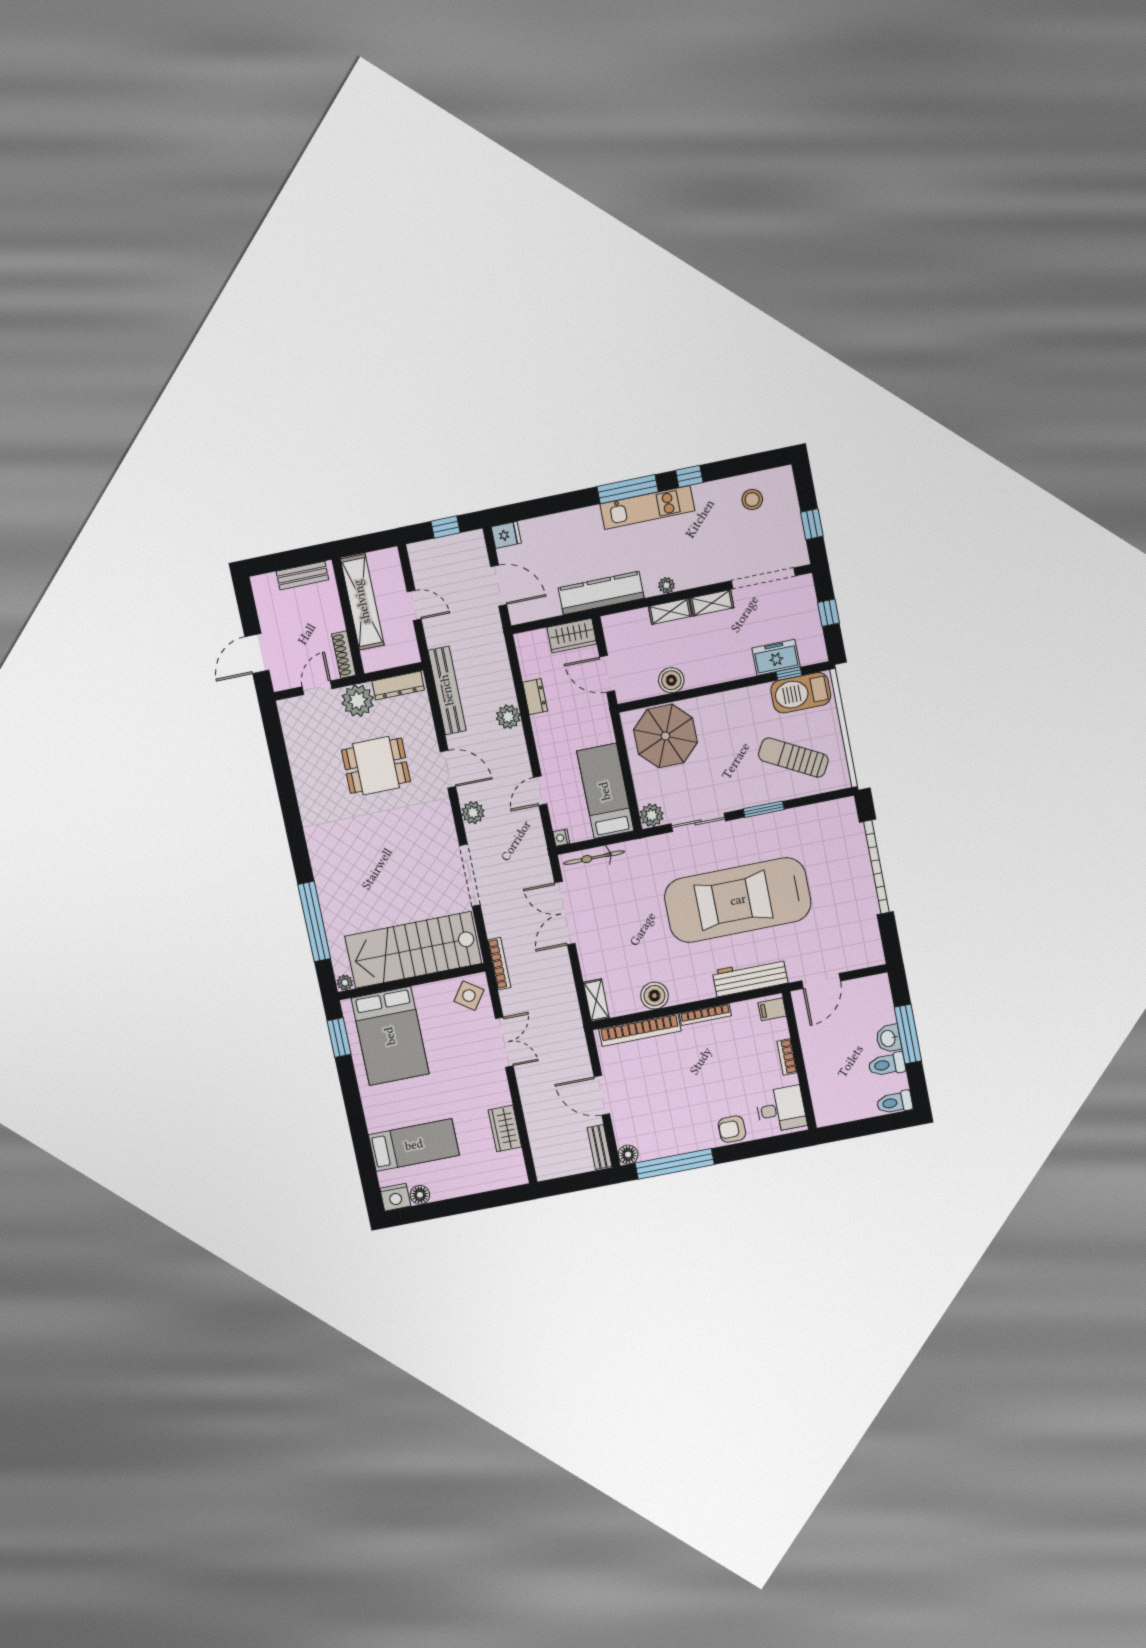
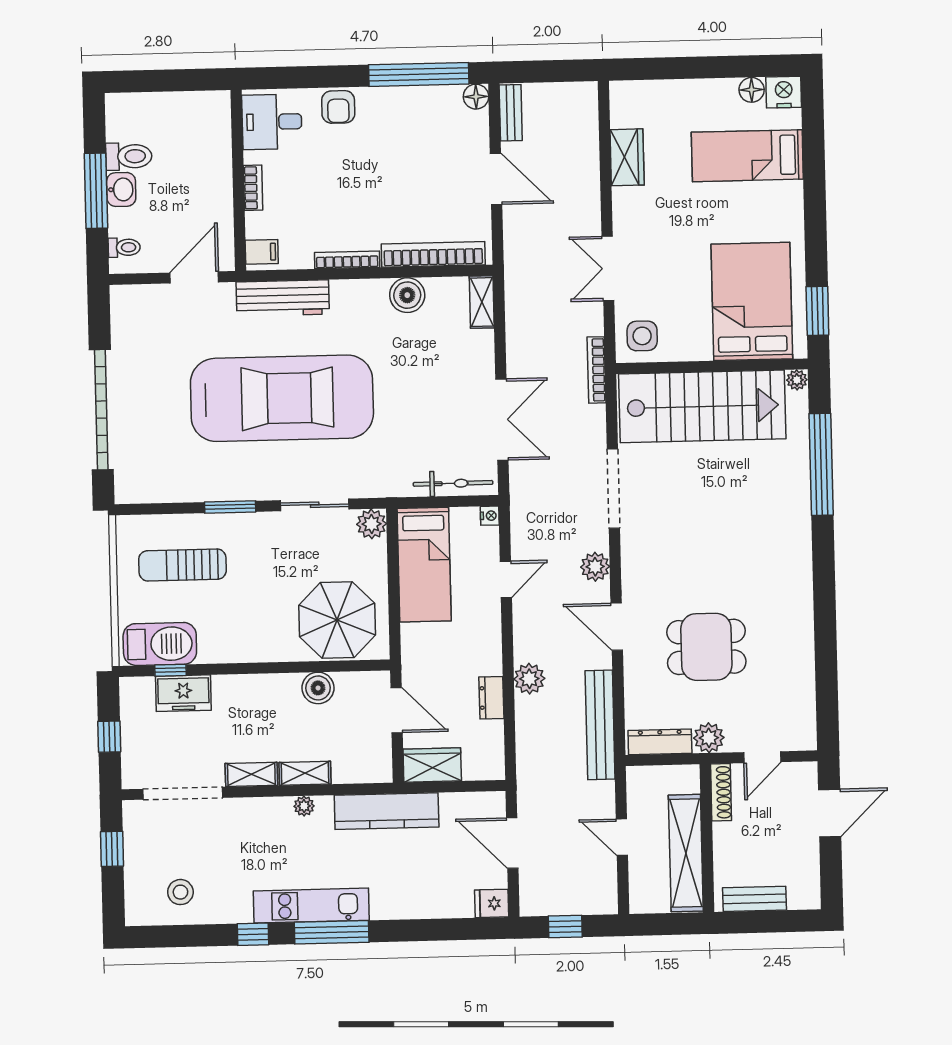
plant: (358, 701) -> (709, 738), width x0.73, depth x0.73
sun lounger: (793, 758) -> (182, 565), turned 152
side table: (469, 996) -> (642, 336), turned -35
toilet: (895, 1102) -> (124, 247), moved, width x0.73, depth x0.72
armchair: (732, 1129) -> (338, 107), turned 90

